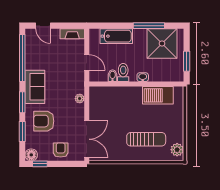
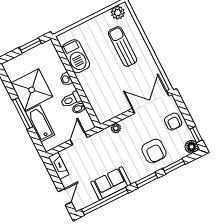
window: (149, 26) -> (23, 114), moved
shower: (162, 43) -> (32, 90), moved
sofa: (35, 87) -> (111, 183), moved
armchair: (61, 150) -> (173, 122), turned -90

